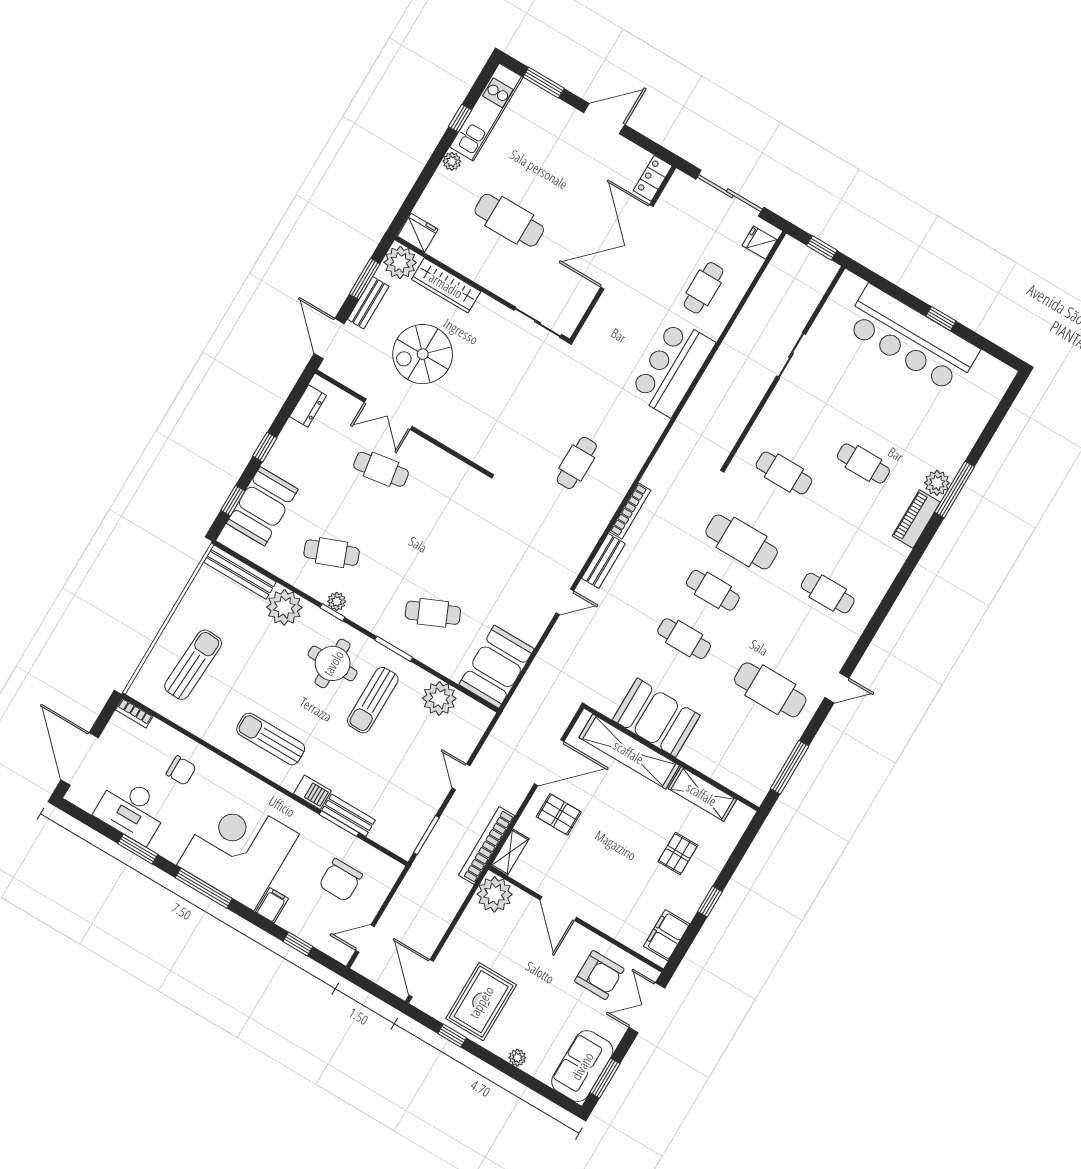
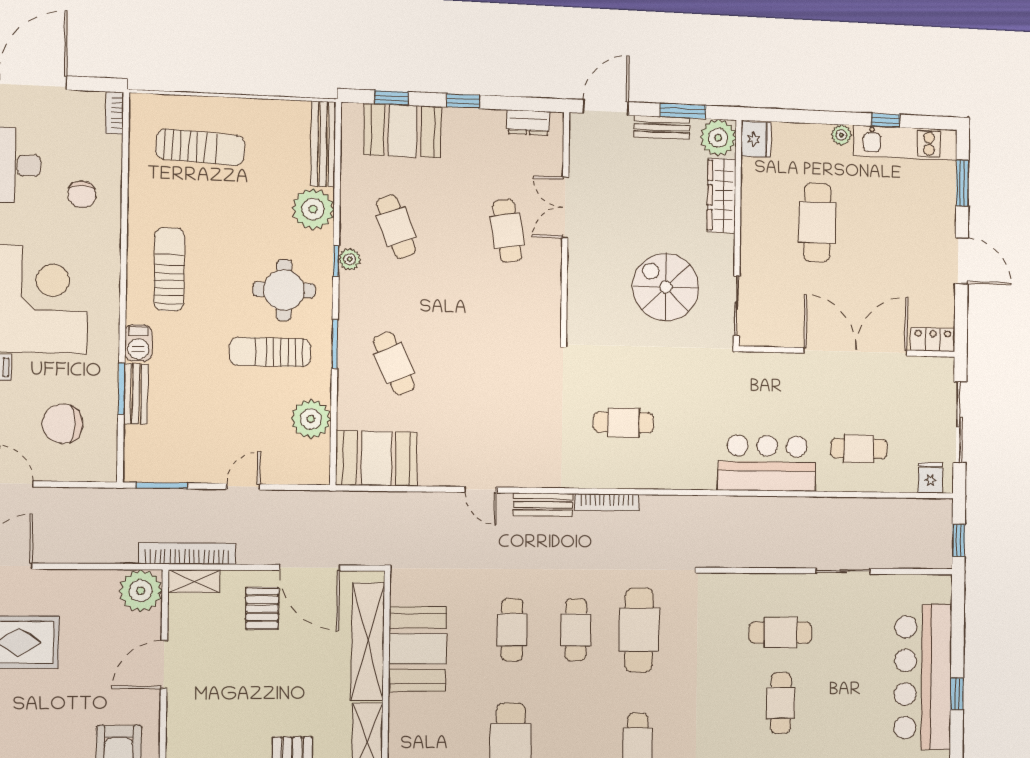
spiral stairs: (423, 354) -> (666, 287), moved
cafe table: (784, 473) -> (780, 633), moved, turned 90

